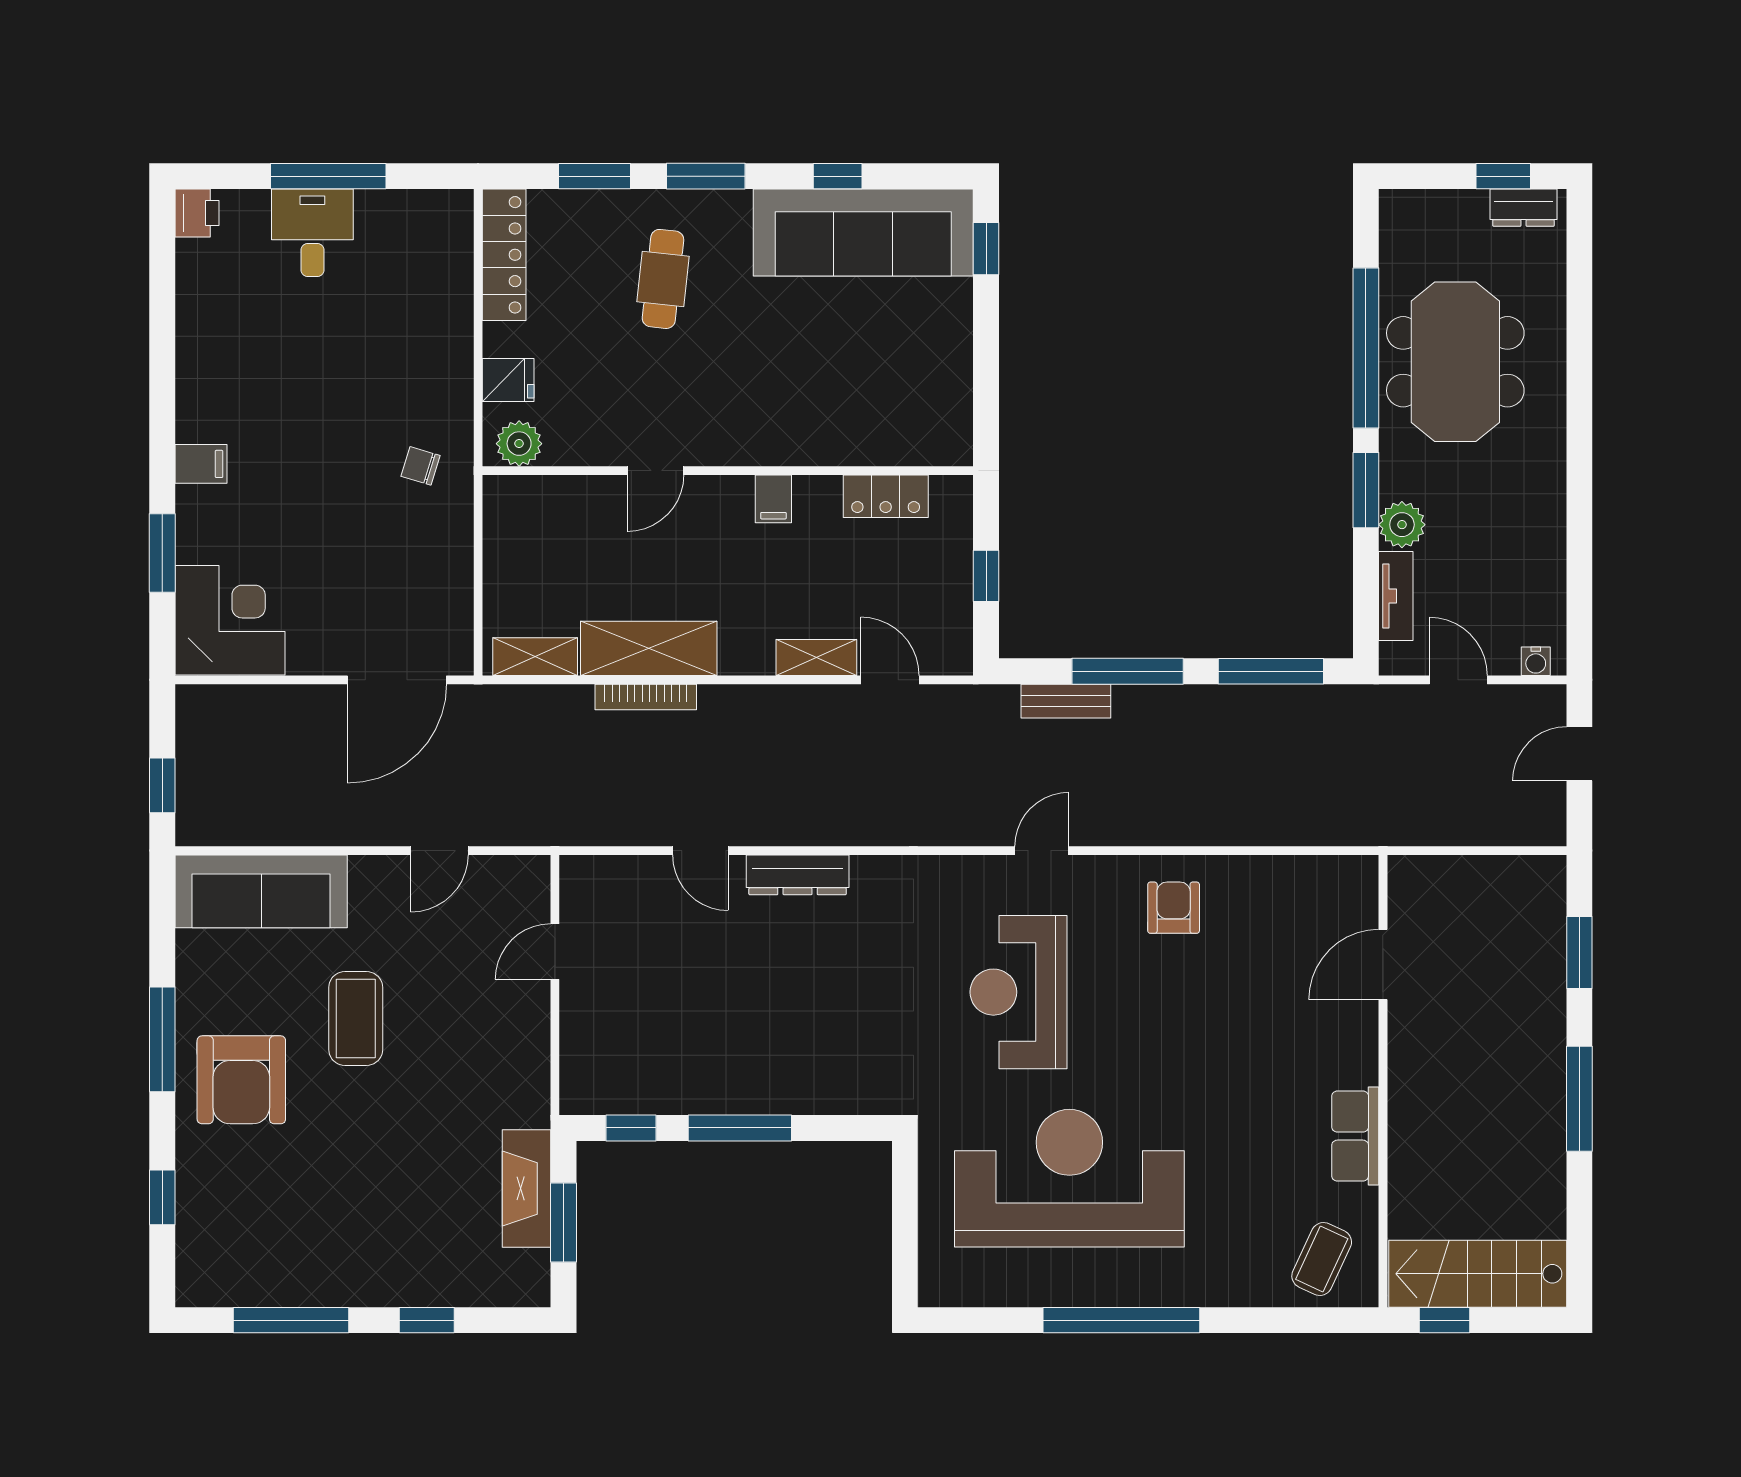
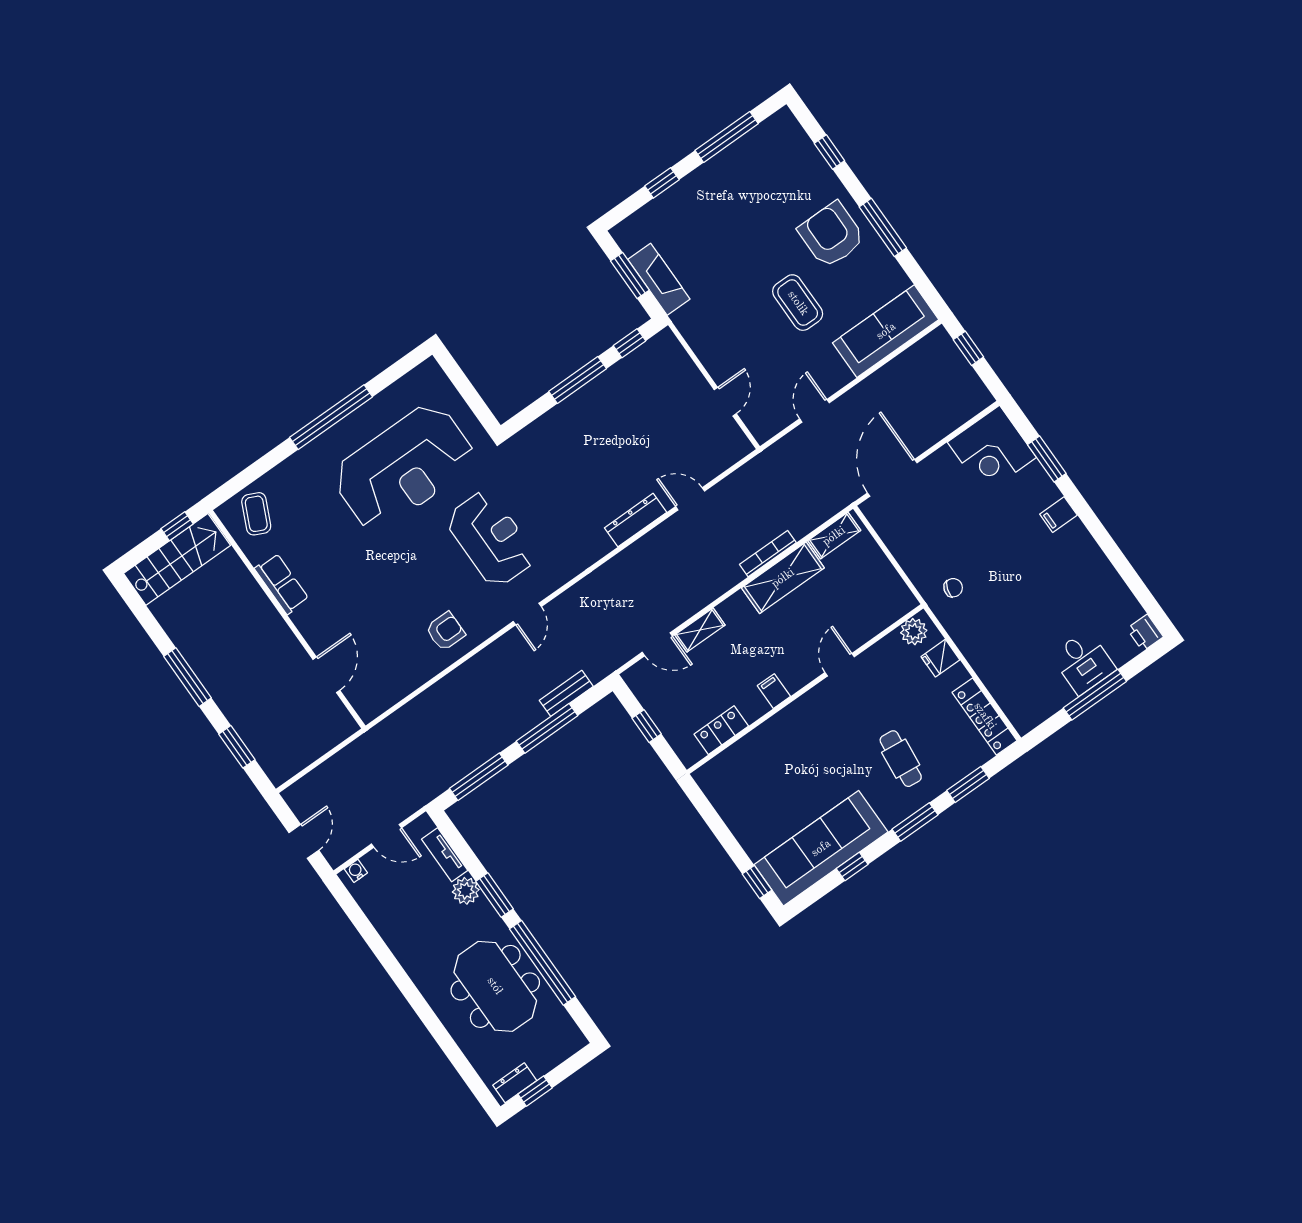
armchair: (1174, 908) -> (445, 631), turned -90

